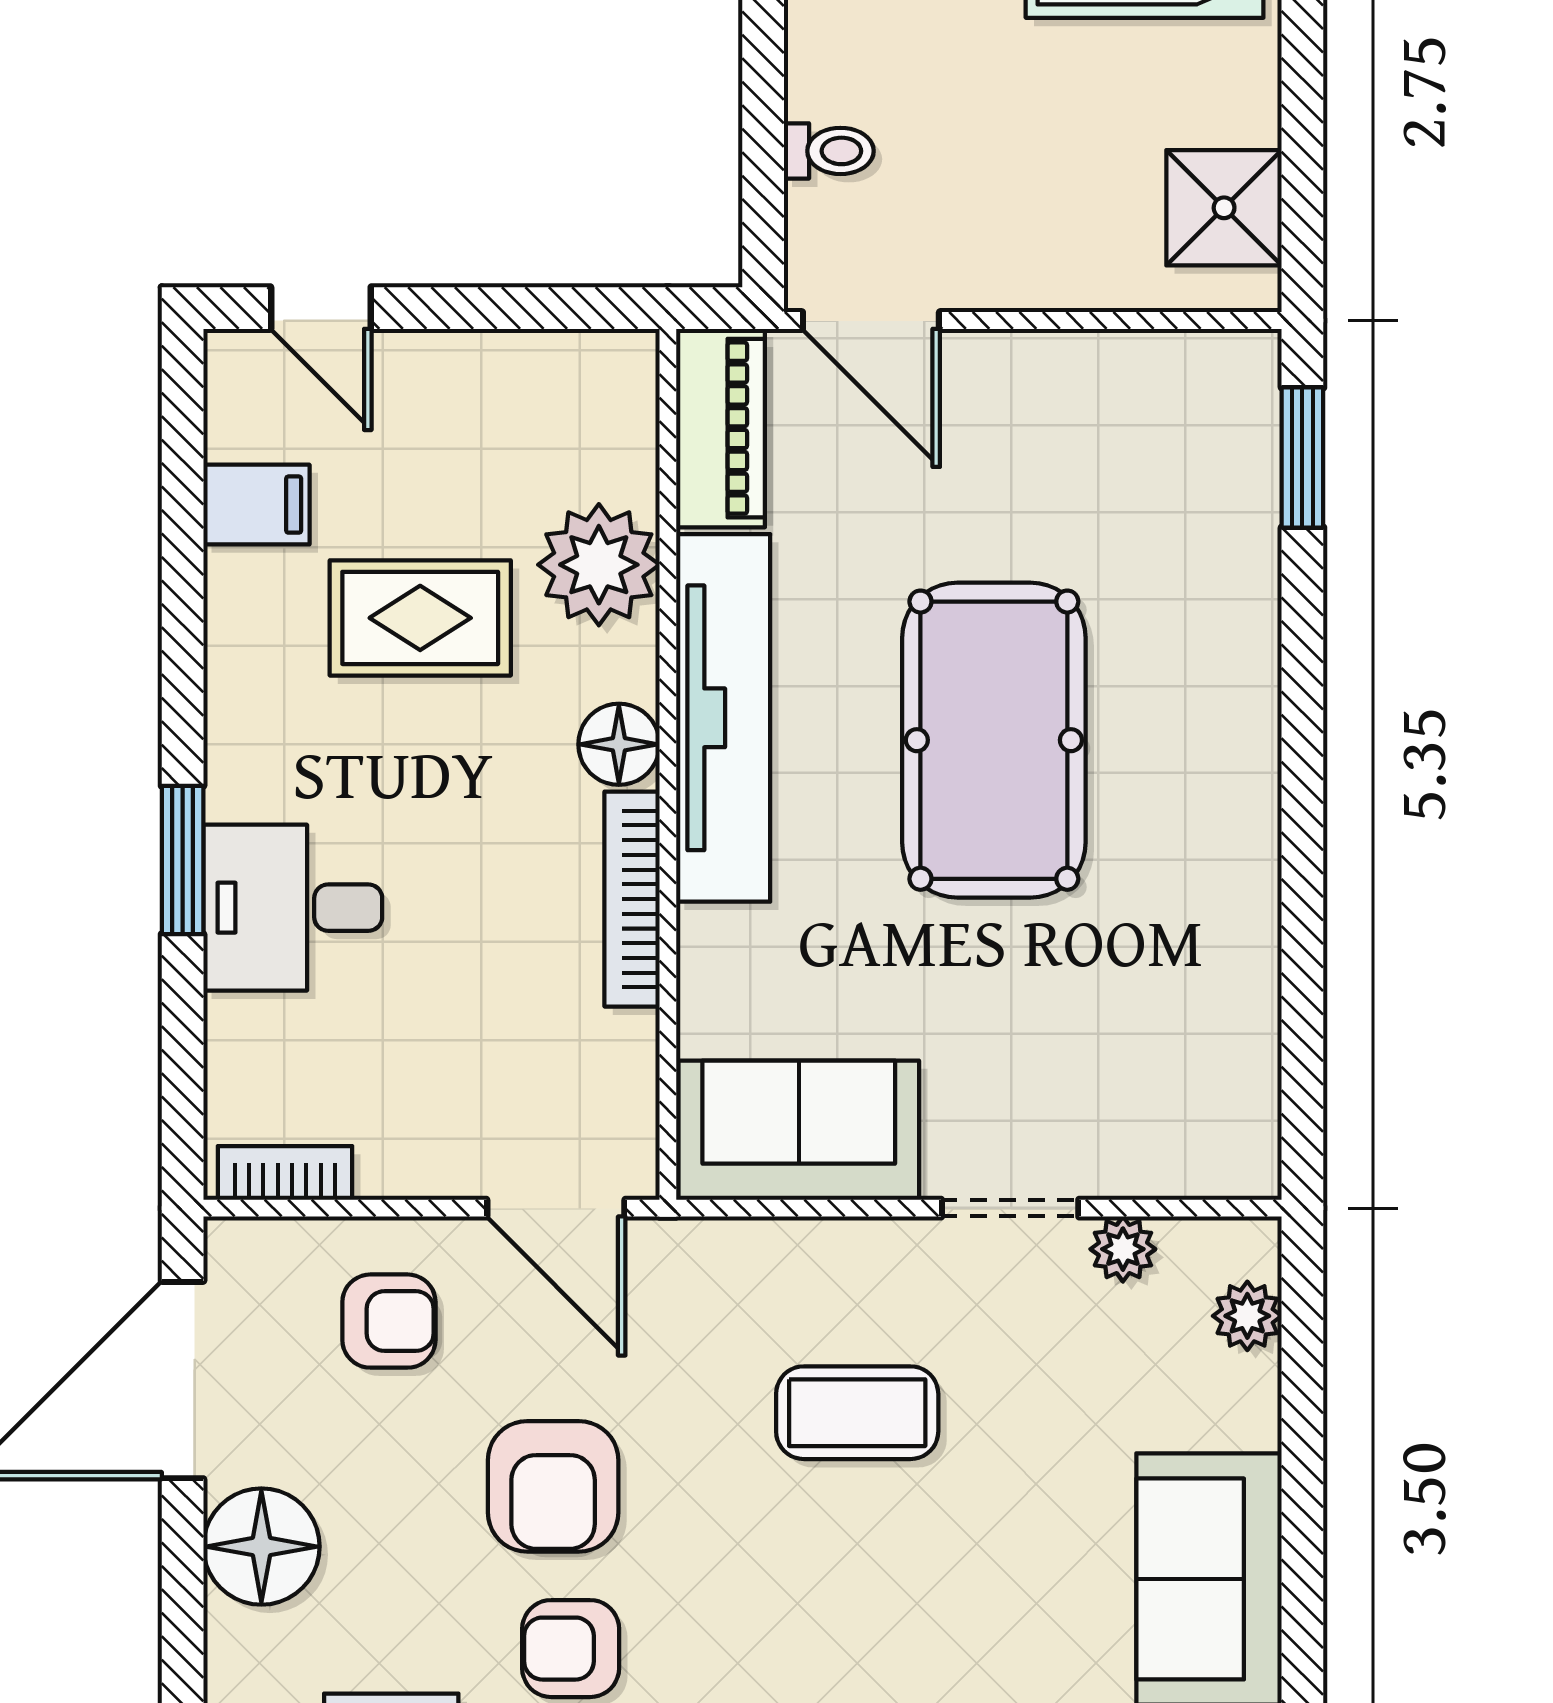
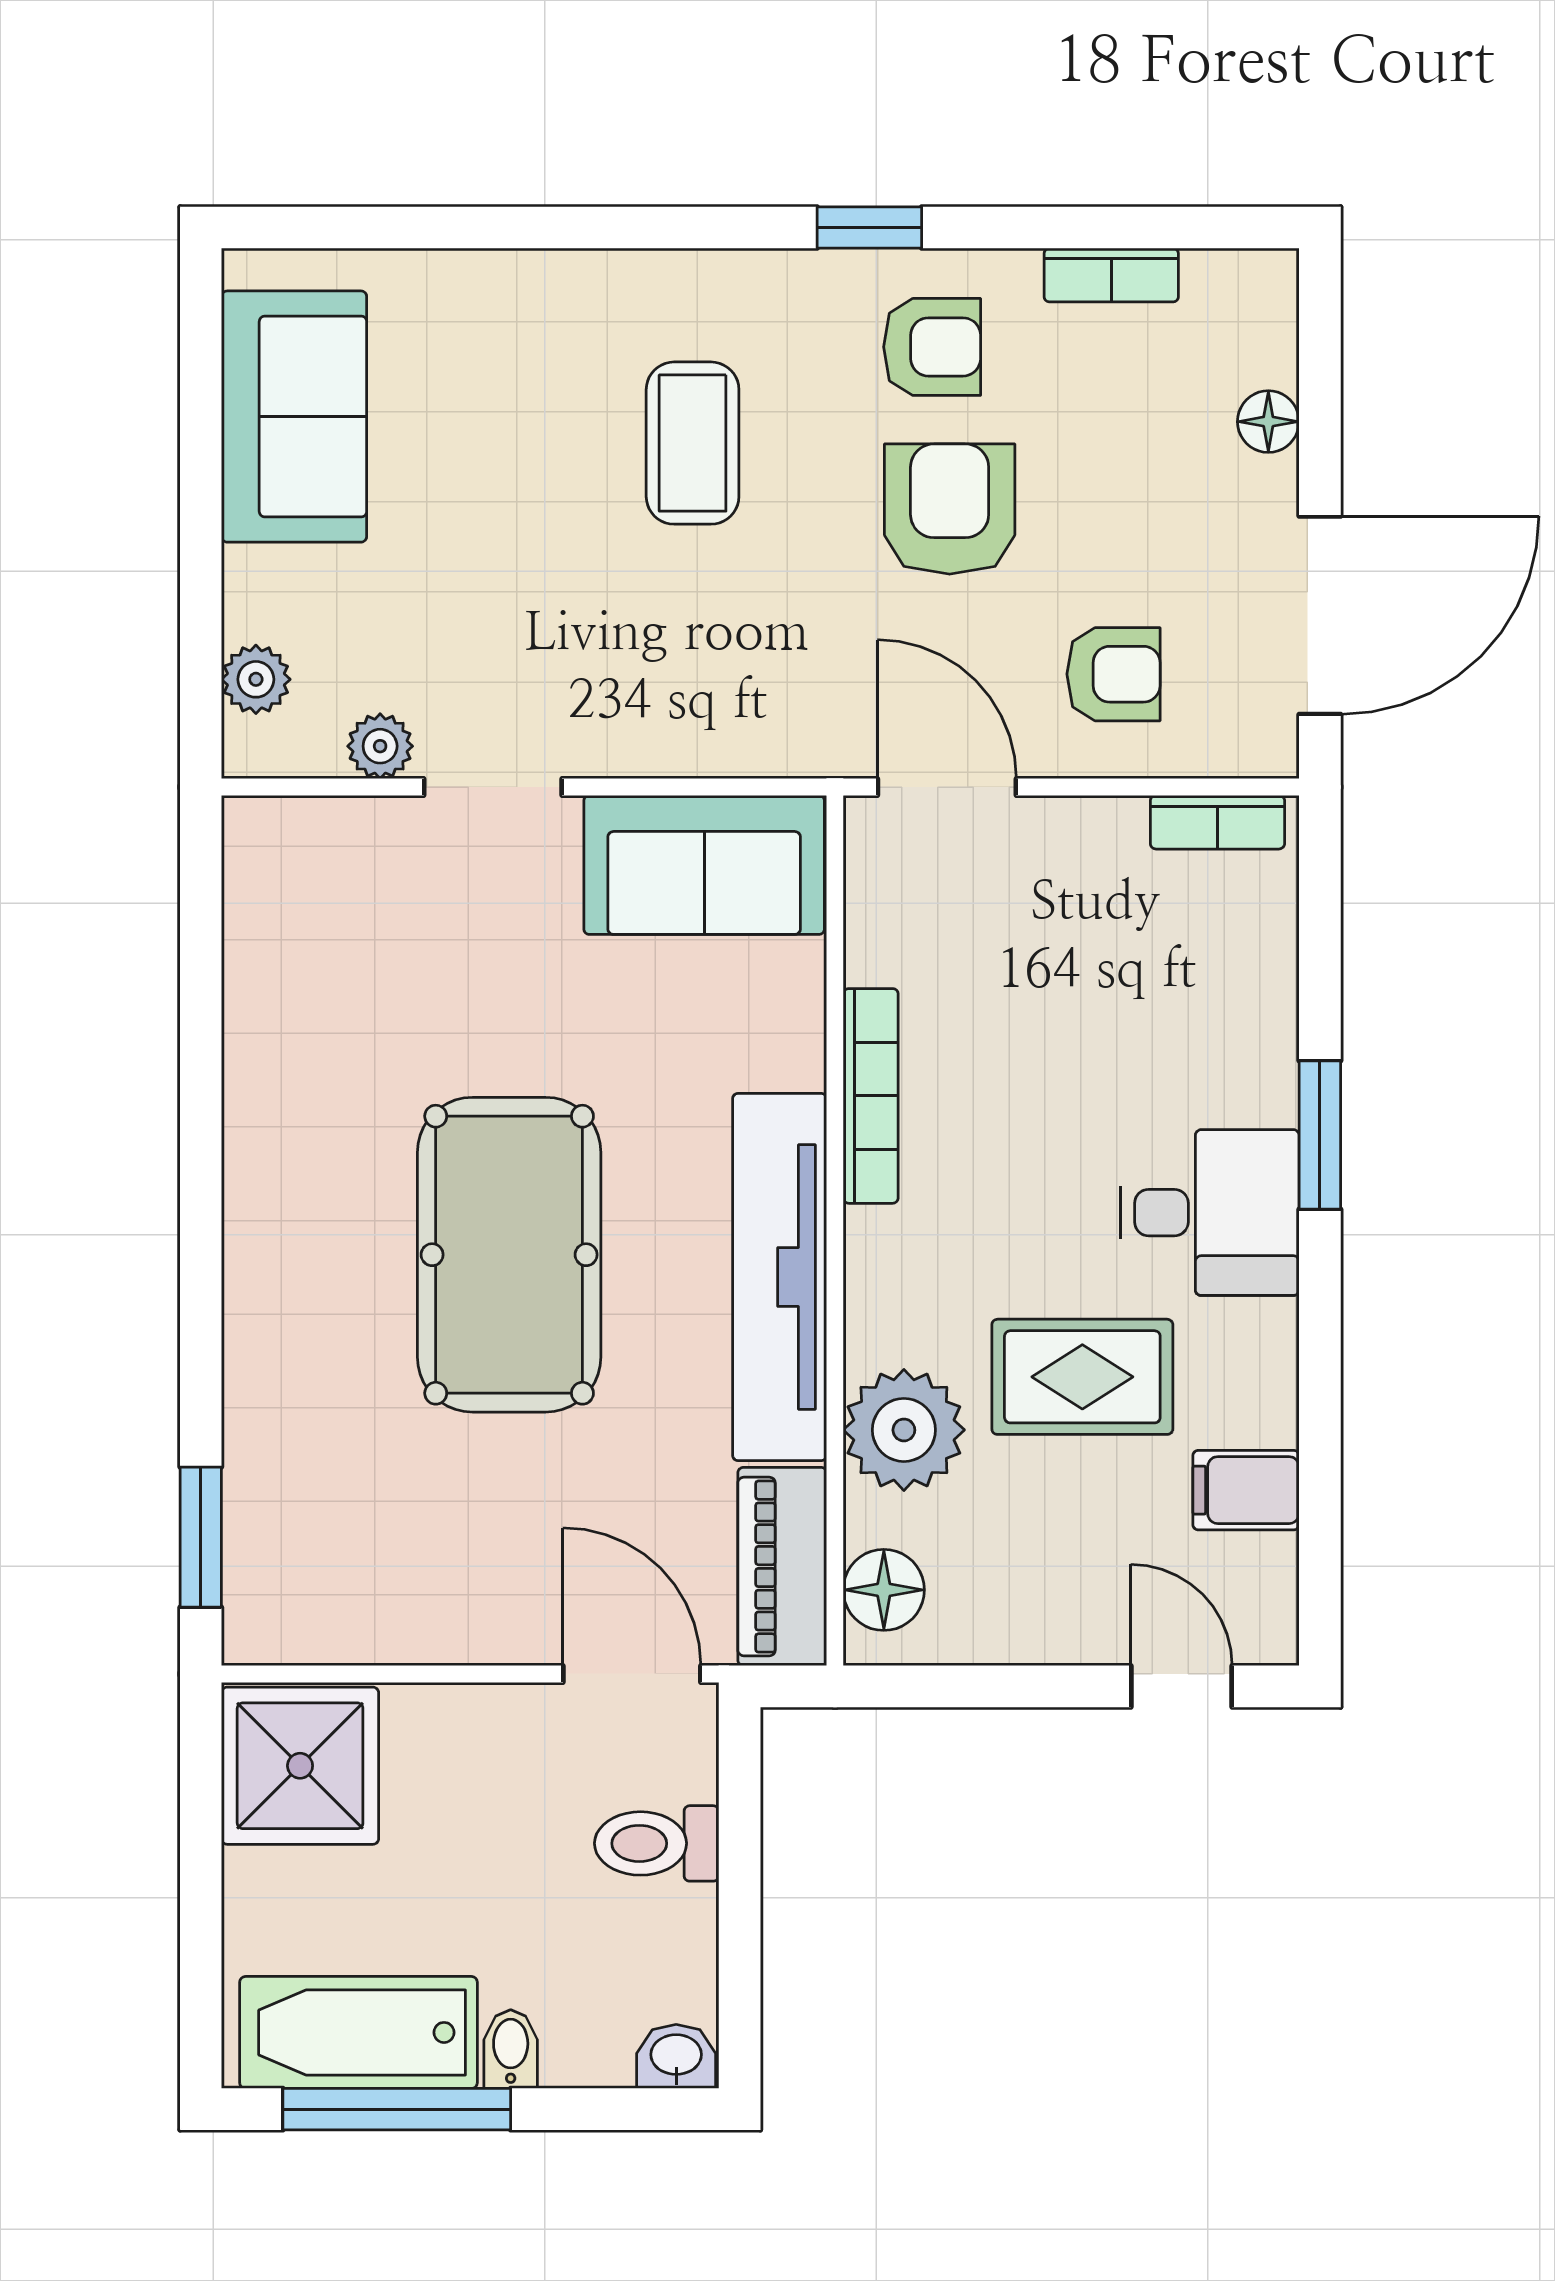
toilet: (829, 151) -> (657, 1843), width x1.37, depth x1.39
shower: (1224, 208) -> (300, 1766), width x1.36, depth x1.36
floor lamp: (619, 744) -> (884, 1590), moved
desk: (293, 908) -> (1210, 1213), moved
armchair: (389, 1321) -> (1114, 674), turned 180
coffee table: (857, 1413) -> (693, 443), moved, turned 90
floor lamp: (261, 1547) -> (1268, 422), width x0.53, depth x0.53

